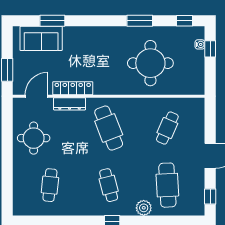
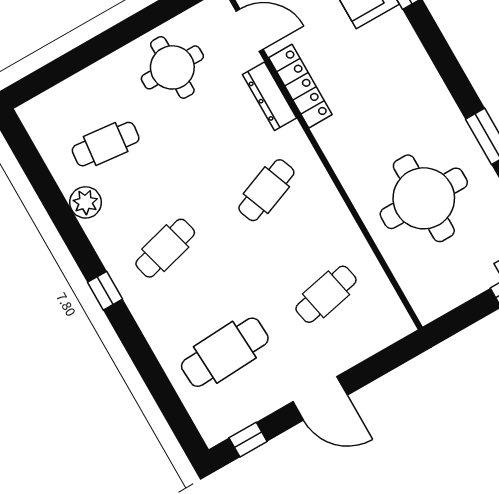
cafe table: (109, 128) -> (266, 190), width x0.73, depth x0.74
cafe table: (167, 128) -> (326, 294), turned -36
plant: (144, 208) -> (85, 202), moved

